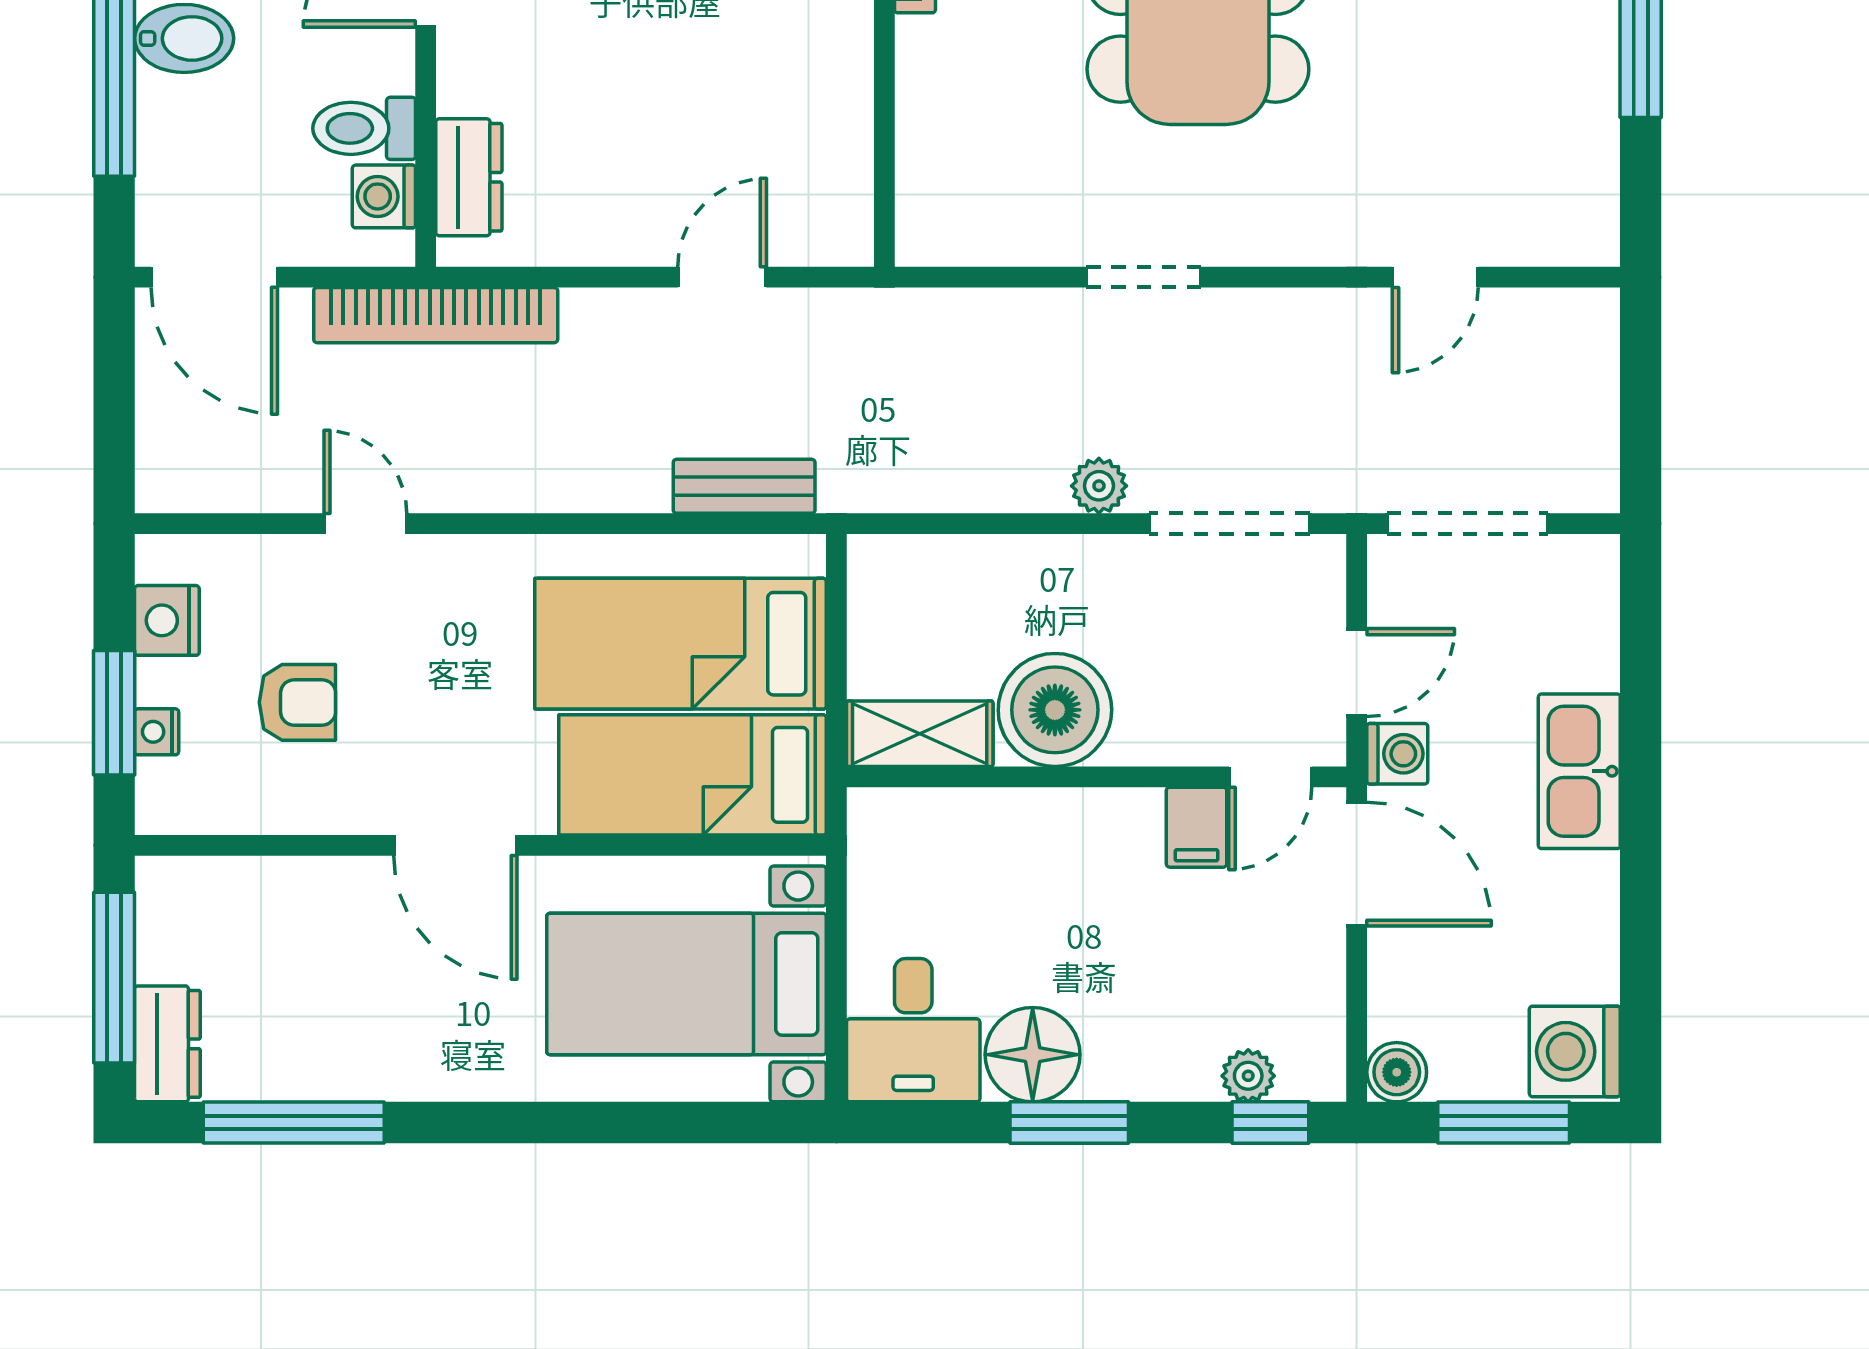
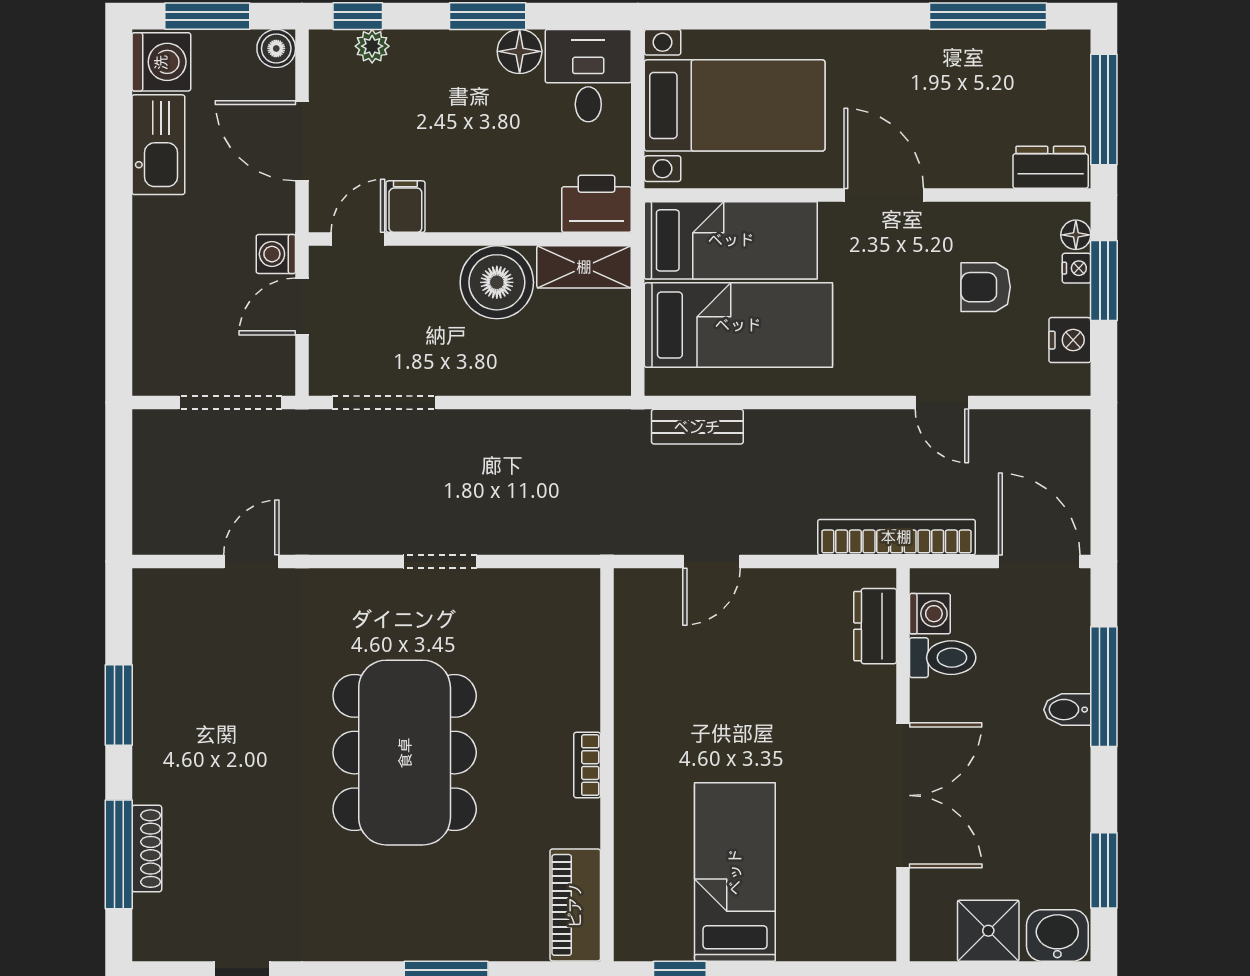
bidet: (184, 38) -> (1067, 710), width x0.72, depth x0.74
plant: (1099, 486) -> (468, 427), removed
kitchen sink: (1579, 771) -> (158, 145), moved
floor lamp: (158, 784) -> (1076, 235), added
printer: (900, 832) -> (596, 204), added
door: (1357, 864) -> (302, 141), moved
dresser: (167, 1044) -> (1051, 167), moved, turned 90
floor lamp: (1033, 1055) -> (520, 51), width x0.73, depth x0.73

